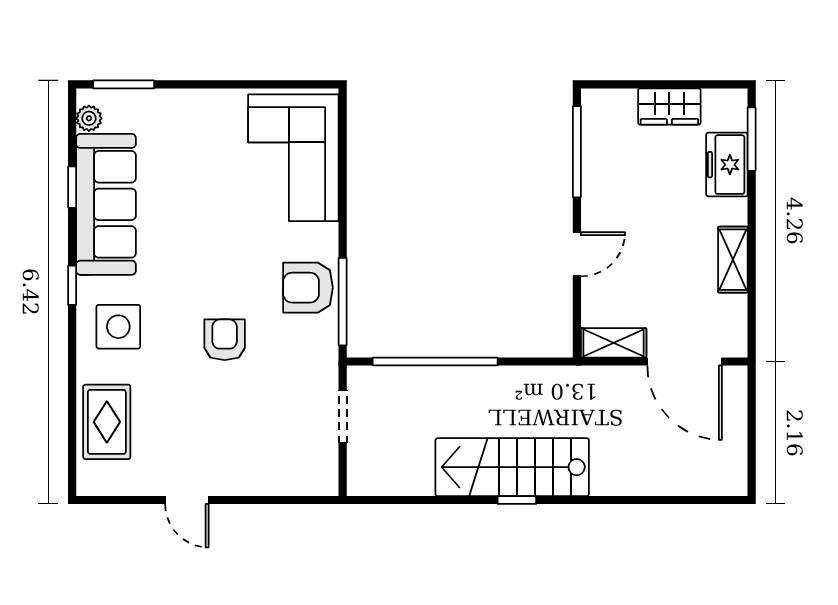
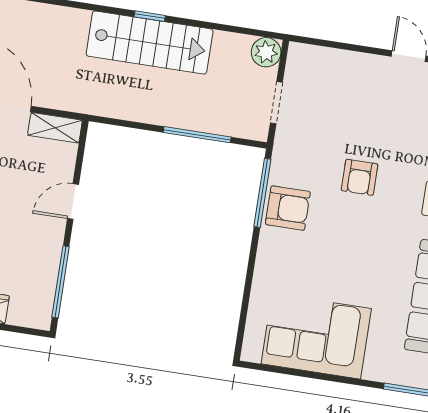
corner sofa: (293, 158) -> (316, 336), moved, turned -90
window: (435, 361) -> (197, 135), width x0.68
plant: (365, 478) -> (266, 52), added

